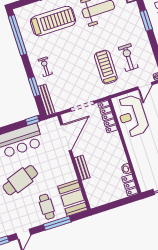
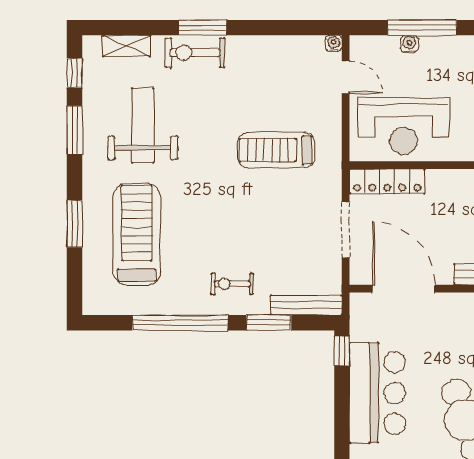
window: (18, 35) -> (180, 323), moved
exercise bike: (128, 58) -> (195, 53), moved

